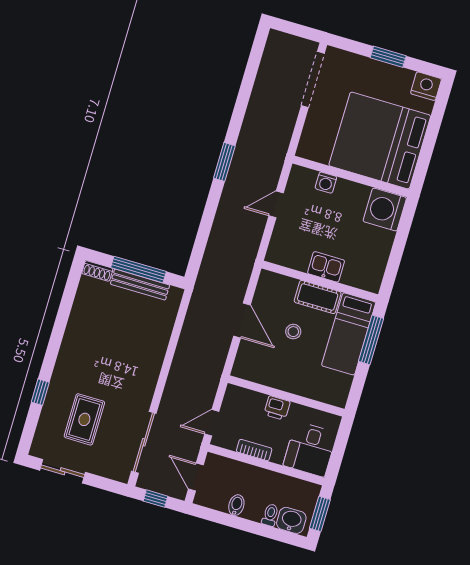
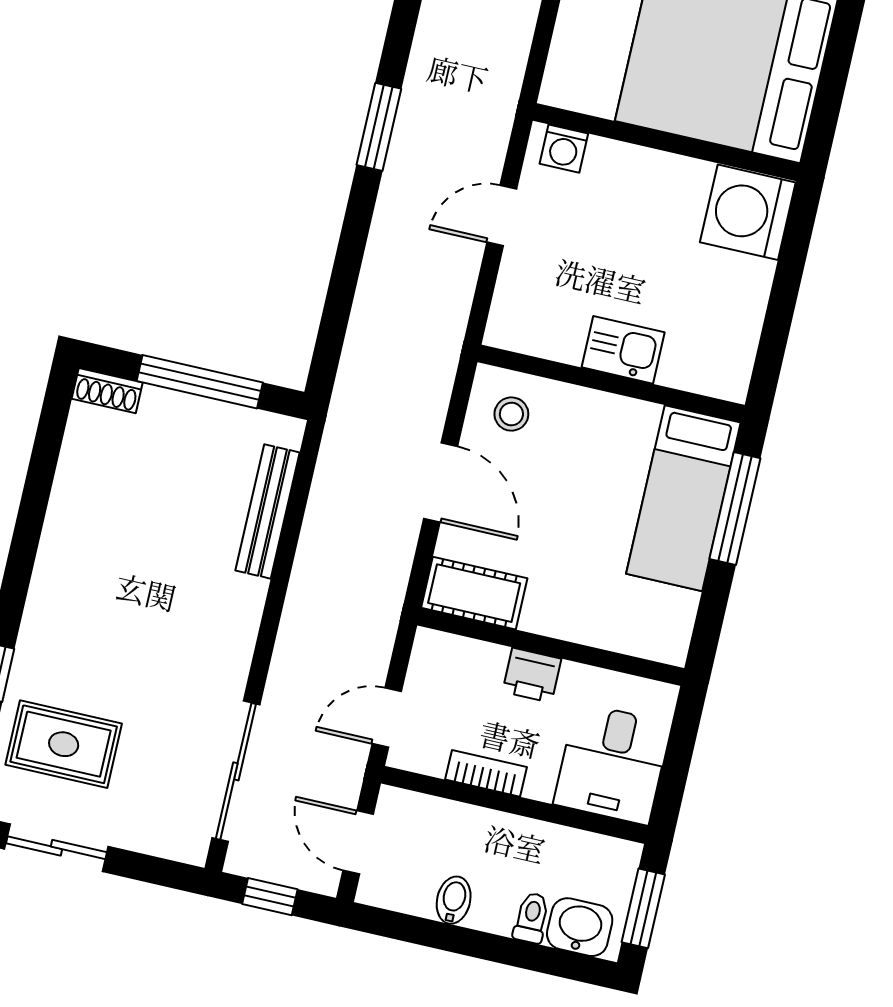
washing machine: (326, 183) -> (564, 149), moved
bench: (140, 285) -> (267, 511), moved, turned 90
cot: (318, 297) -> (474, 593), moved
stool: (293, 332) -> (511, 414), moved
rug: (84, 419) -> (64, 744), moved, turned 90

